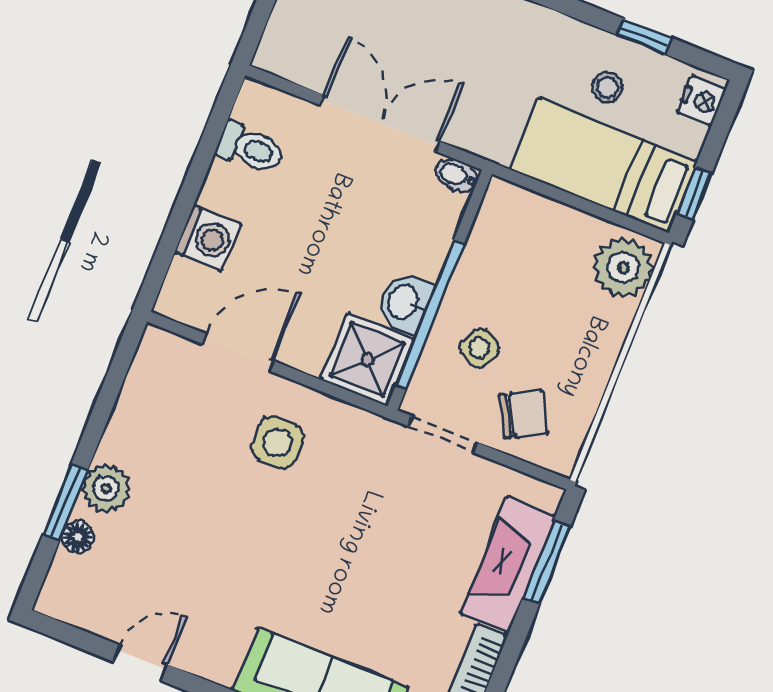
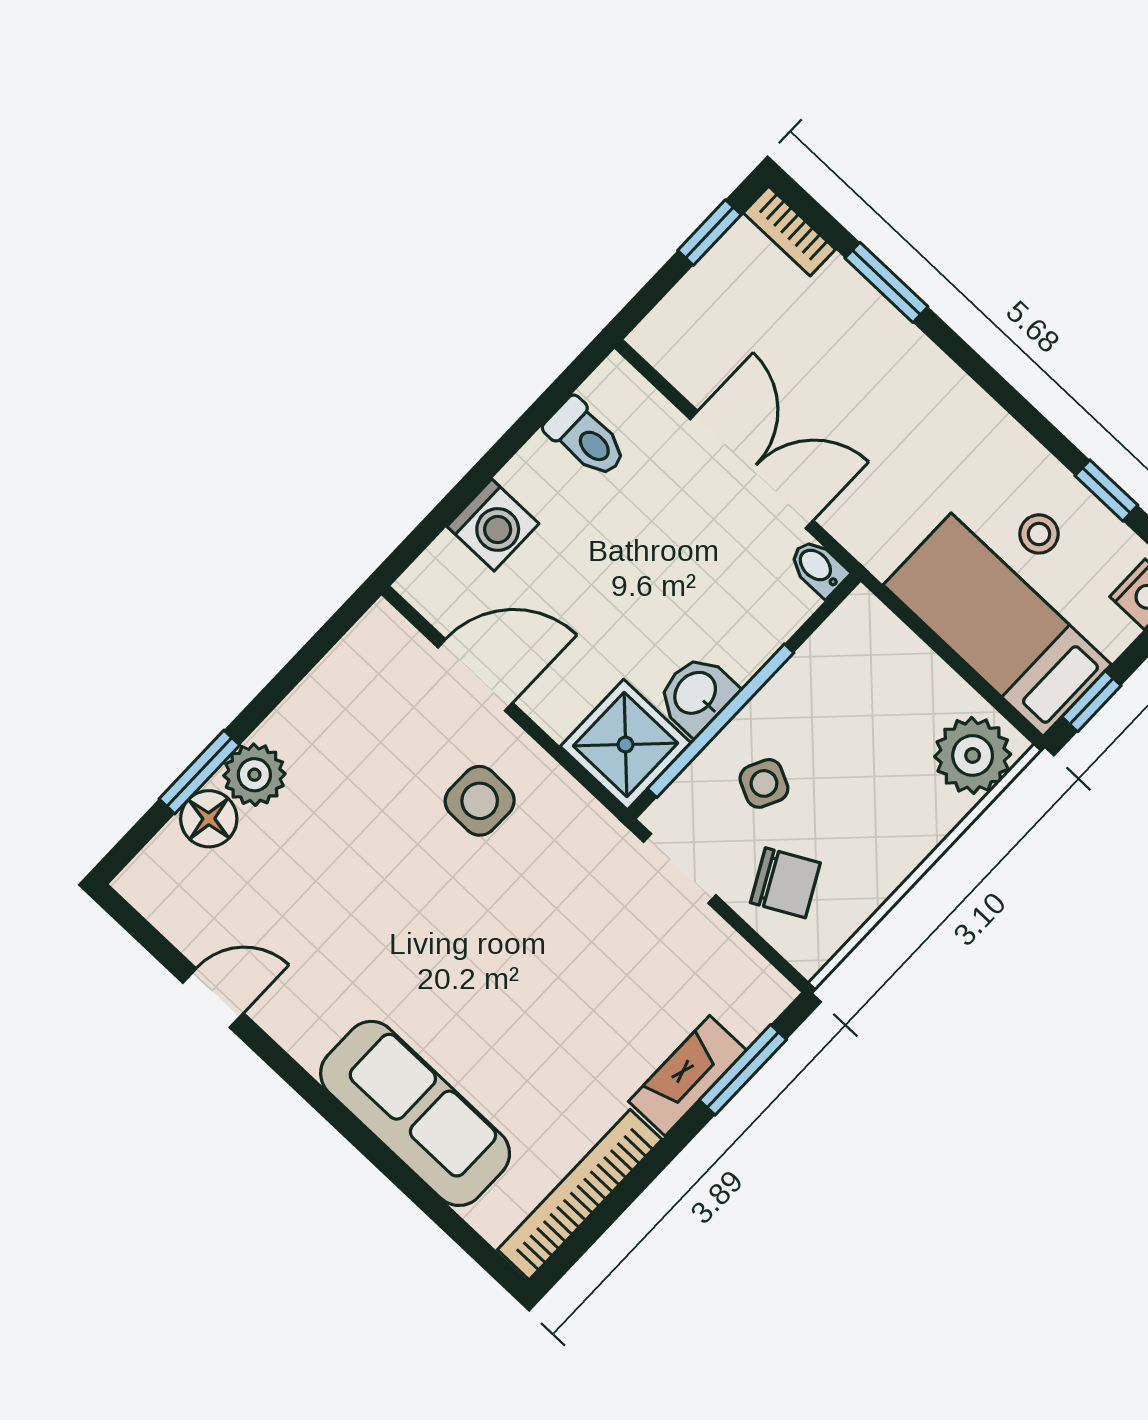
floor lamp: (78, 537) -> (209, 819), width x1.37, depth x1.37
fireplace: (508, 565) -> (687, 1076), width x0.73, depth x0.76

